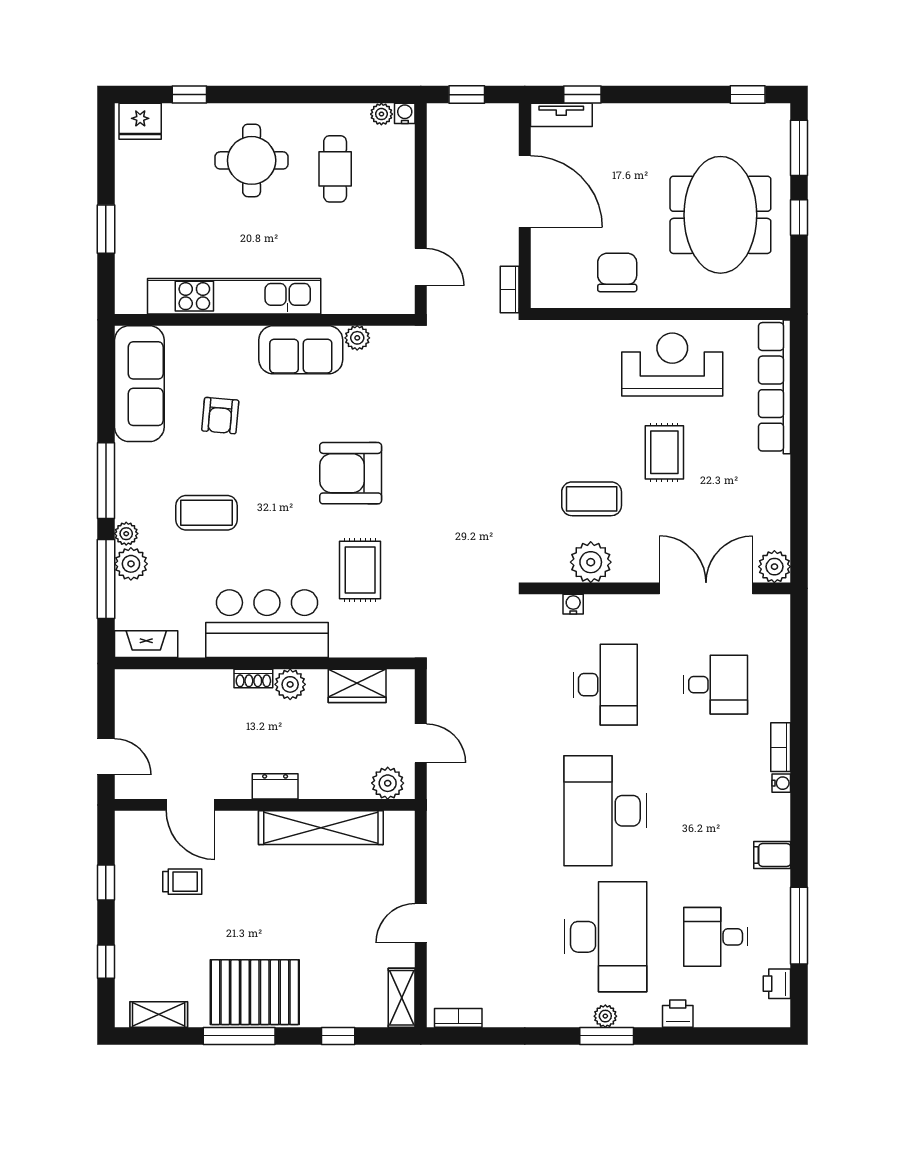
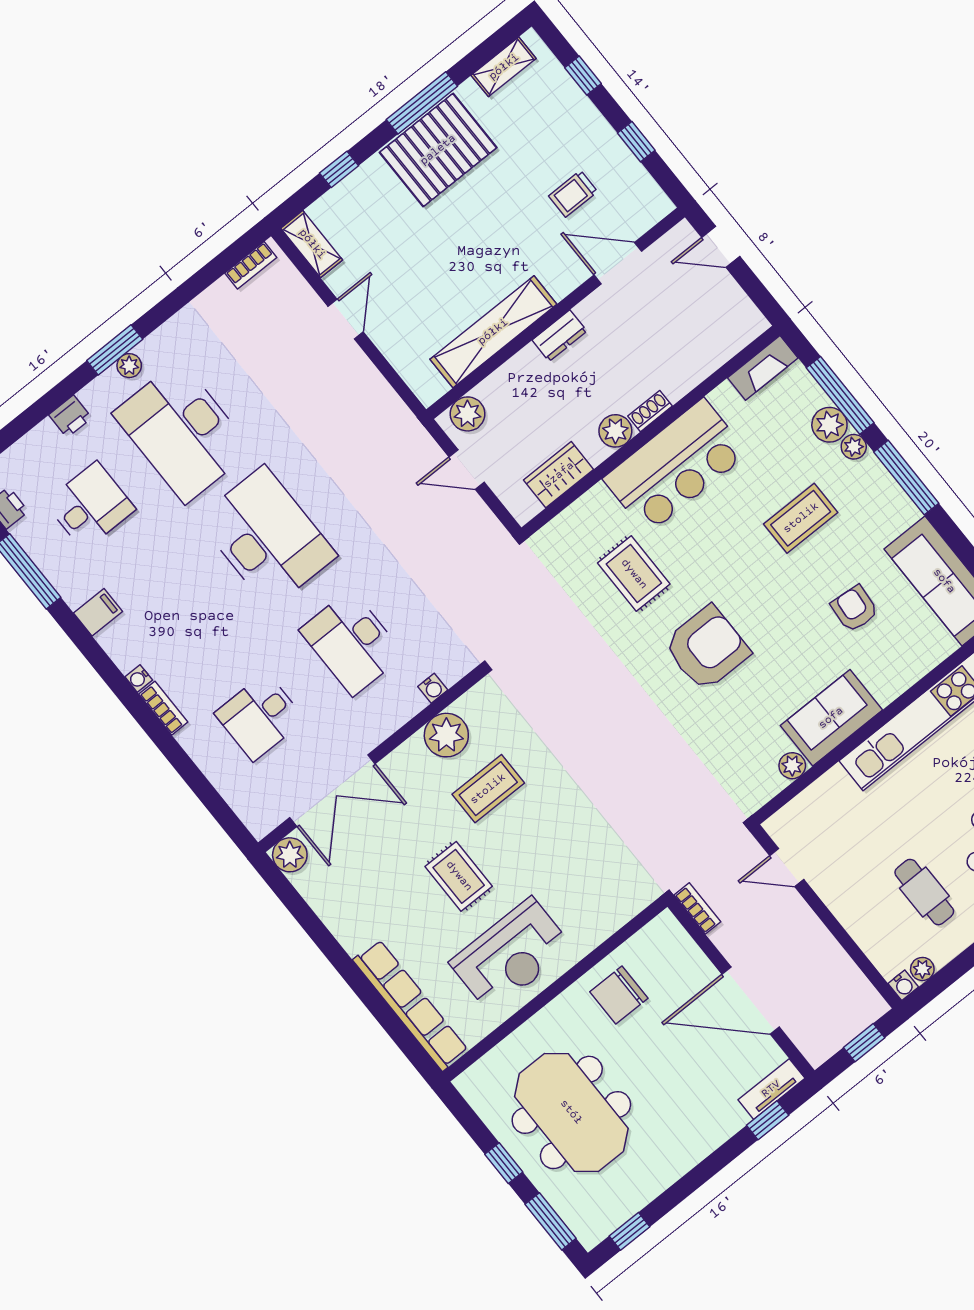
chair: (617, 272) -> (619, 995), turned 90

